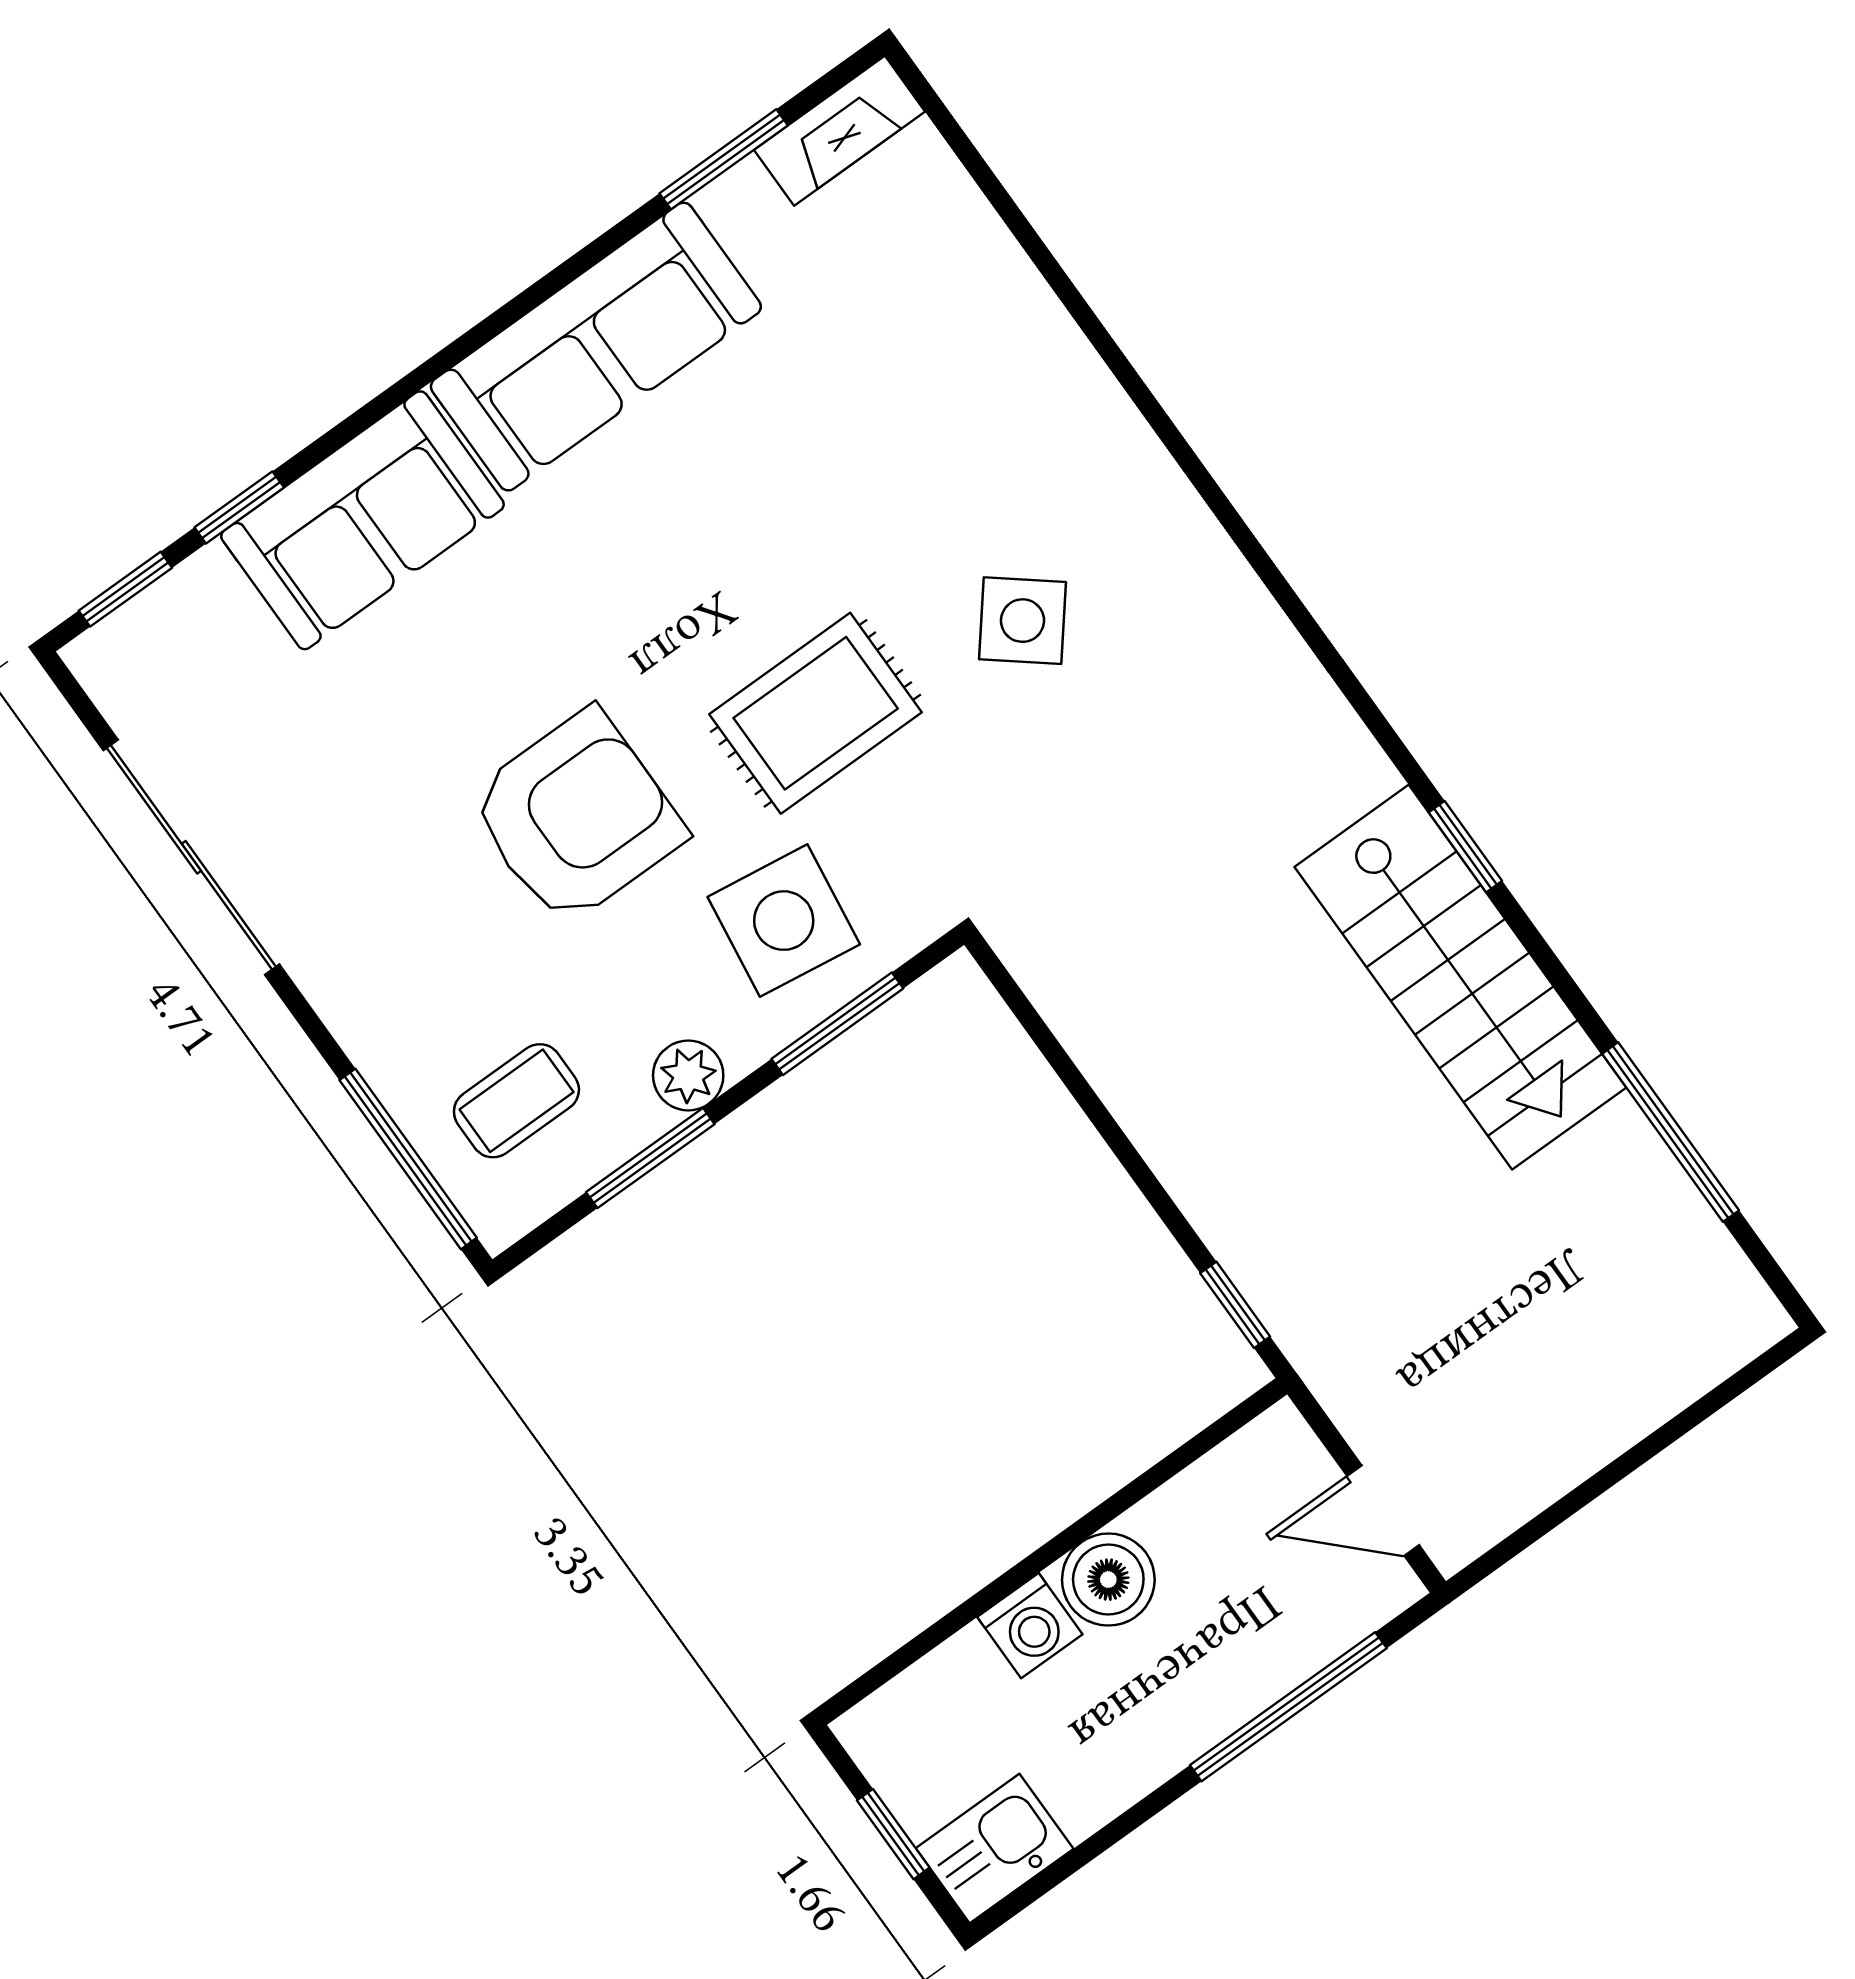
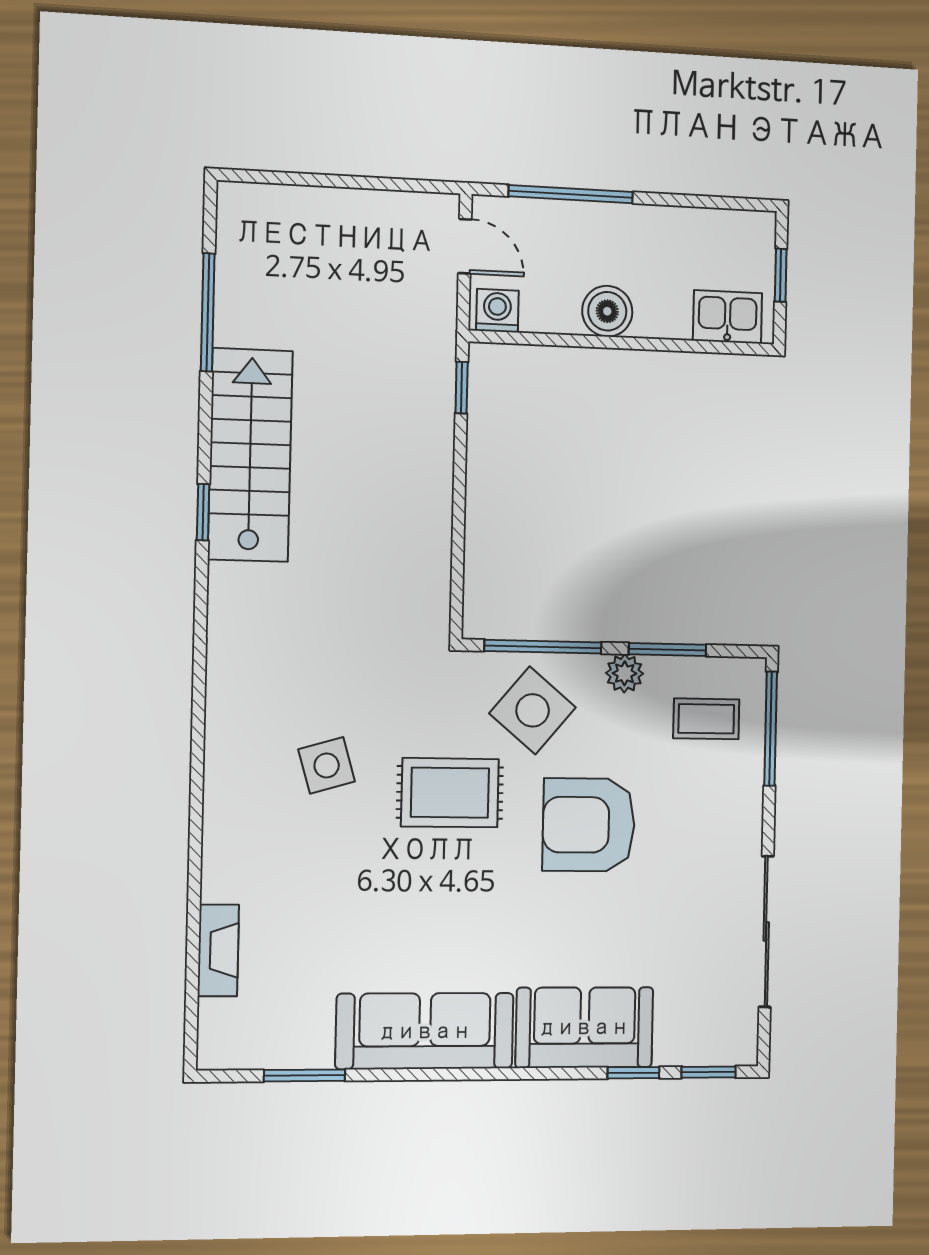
fireplace: (839, 131) -> (218, 950), moved, turned 90
side table: (1023, 621) -> (327, 765), turned 35
side table: (784, 921) -> (533, 710), turned 32
window: (837, 1024) -> (543, 647), width x1.44
washing machine: (1030, 1626) -> (497, 311), moved
kitchen sink: (995, 1848) -> (728, 317), moved, turned 180

